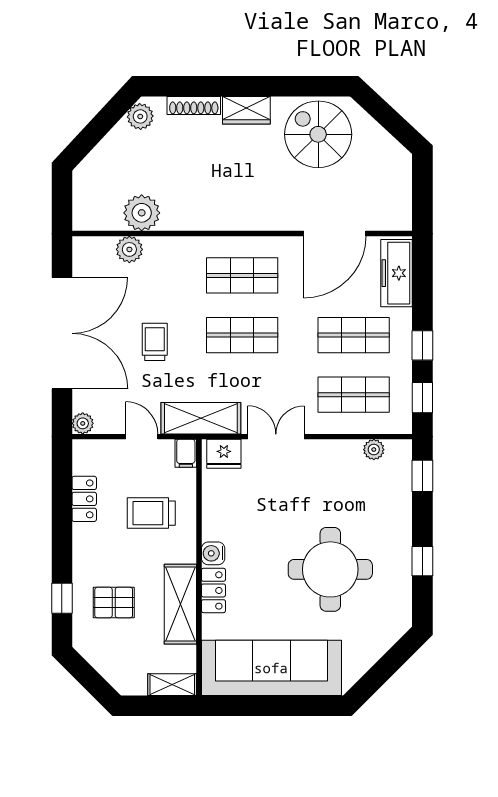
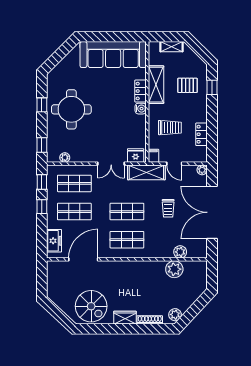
freezer: (397, 273) -> (54, 241), width x0.71
round table: (330, 569) -> (71, 109), moved
shelving: (172, 685) -> (172, 47), moved

